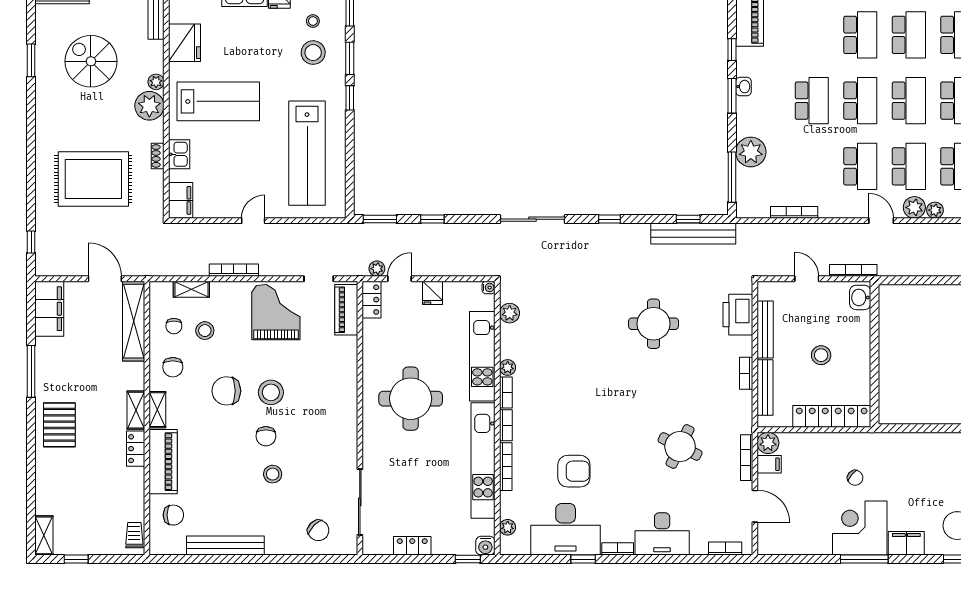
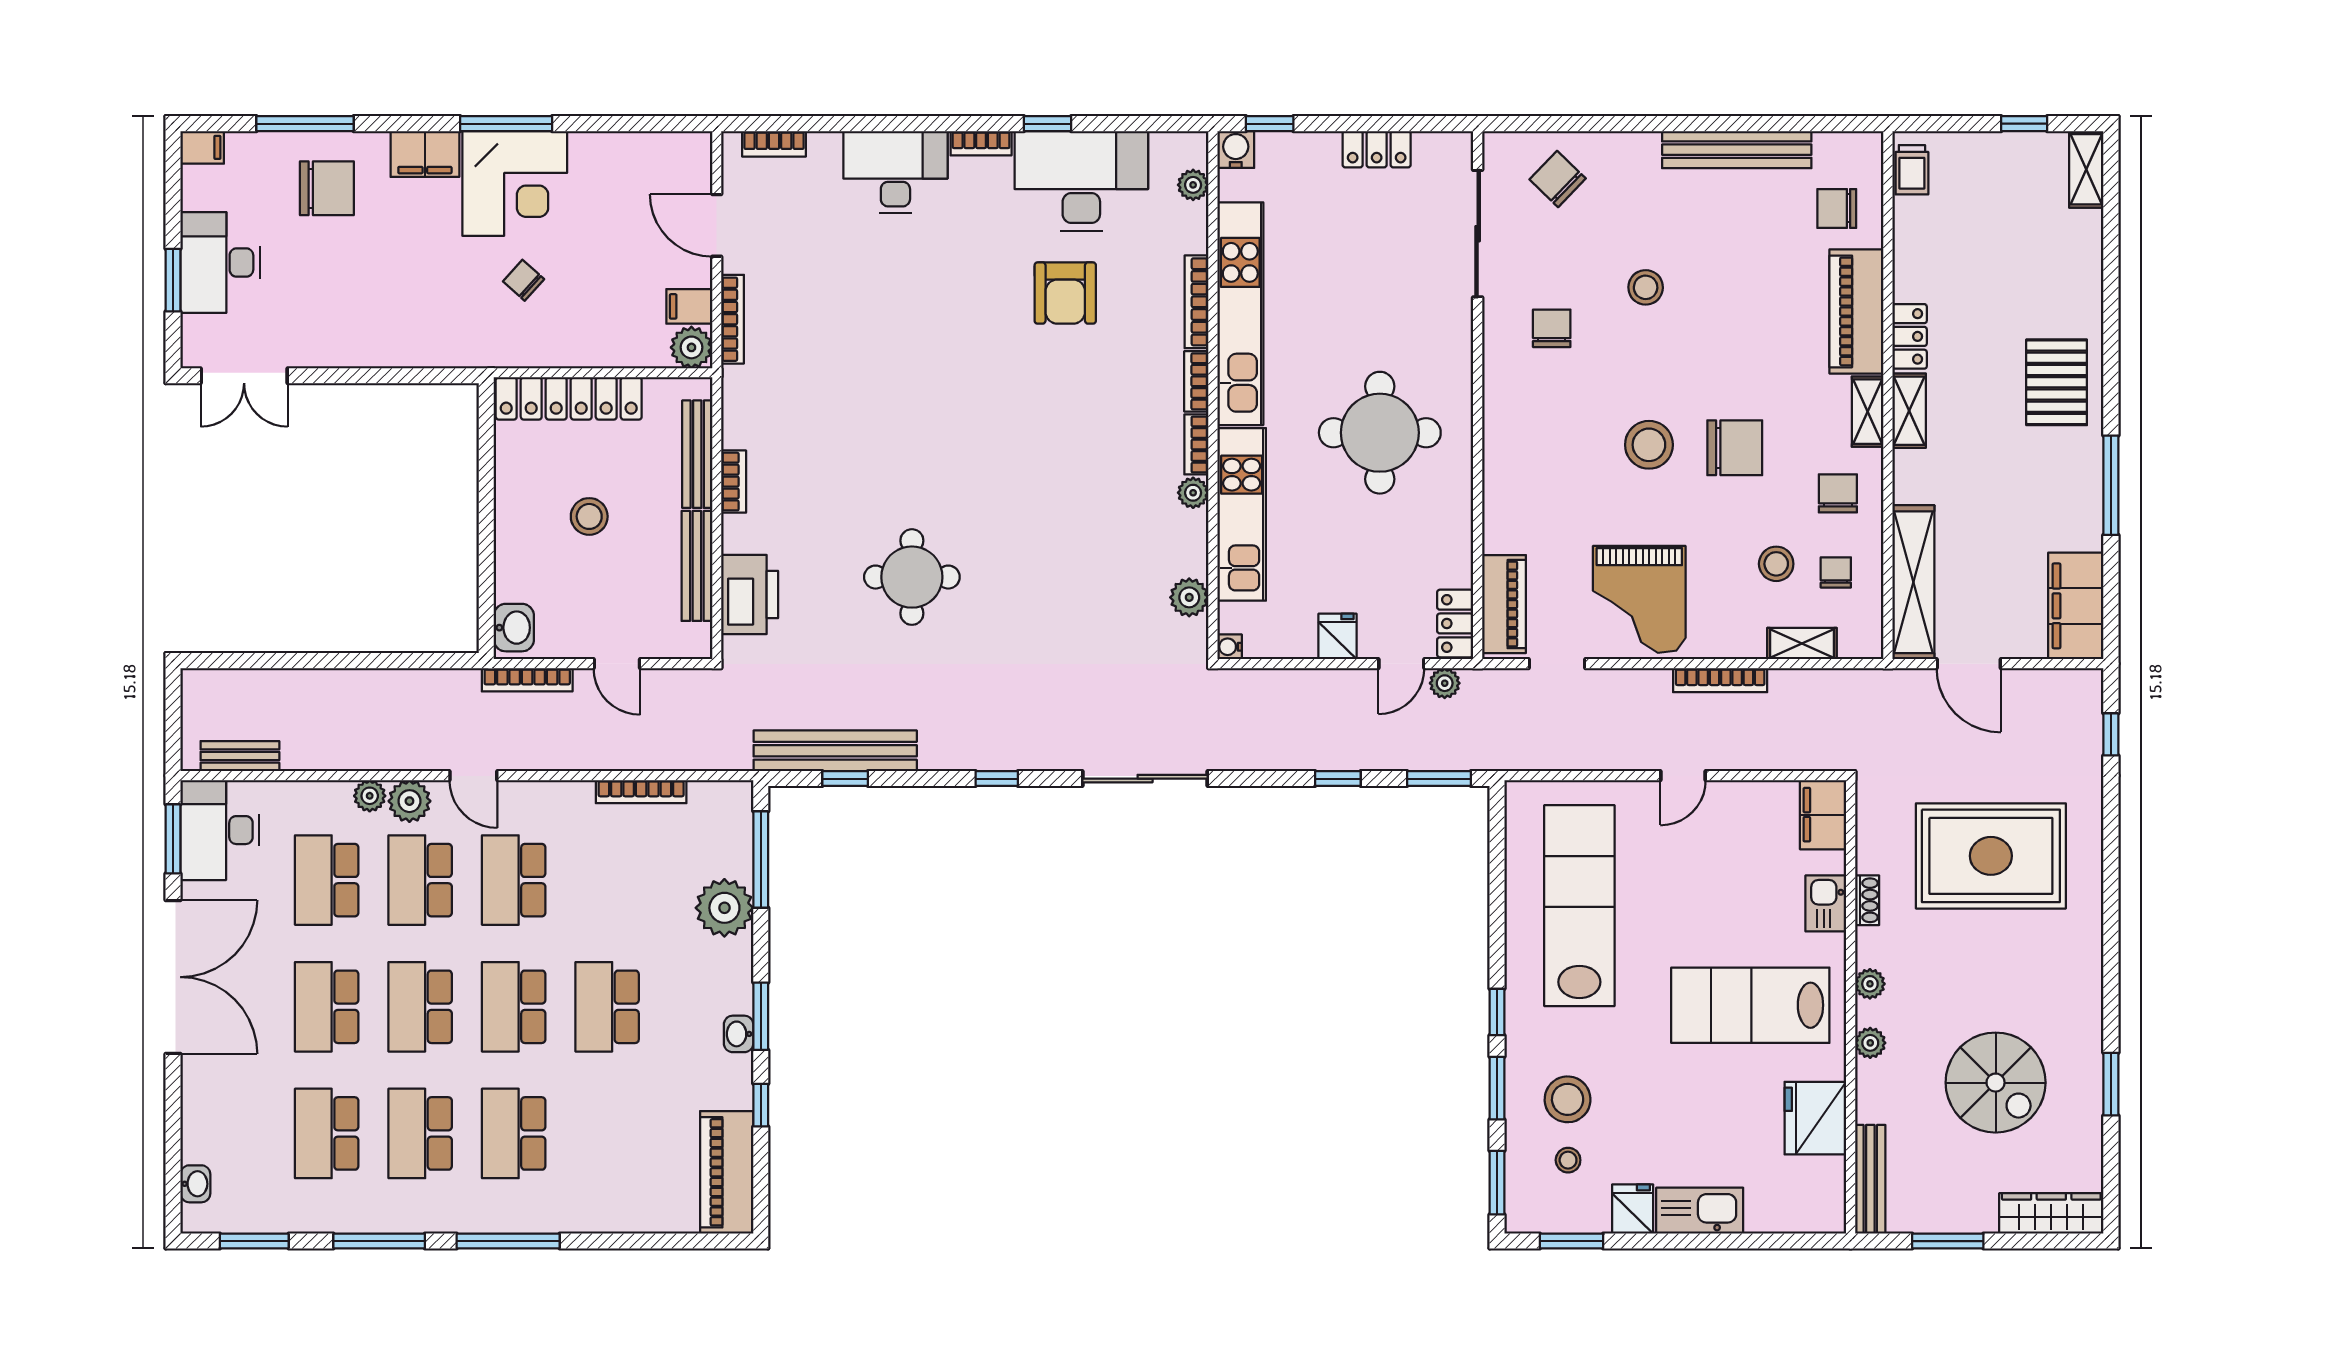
plant: (149, 106) -> (1870, 984), width x0.53, depth x0.53
chair: (266, 436) -> (1552, 328), moved
round table: (680, 447) -> (861, 341), removed
armchair: (574, 471) -> (1065, 293), turned -90

